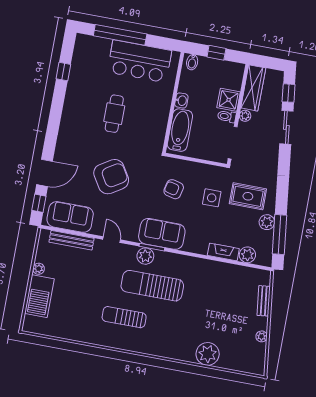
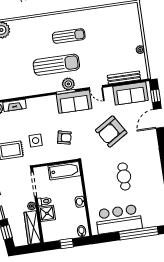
bathtub: (180, 130) -> (64, 171), moved, turned -90
sofa: (162, 234) -> (74, 102), moved
barbecue: (39, 296) -> (133, 31), removed

